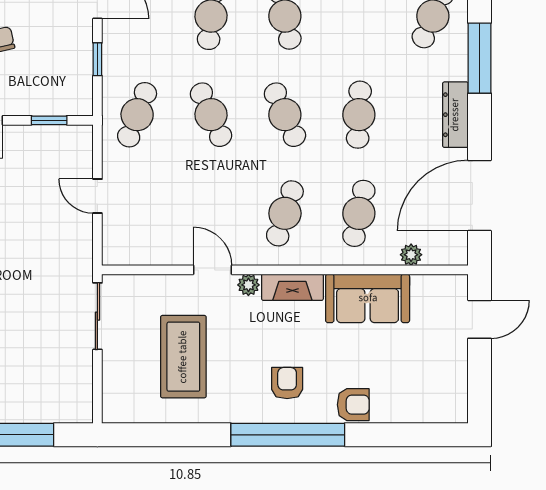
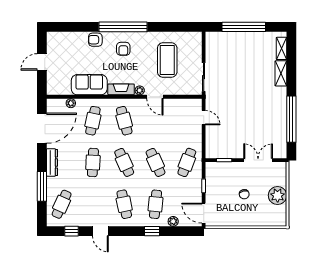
door: (97, 196) -> (204, 118), moved
cafe table: (285, 213) -> (124, 121), turned -33
door: (480, 319) -> (42, 62), moved

